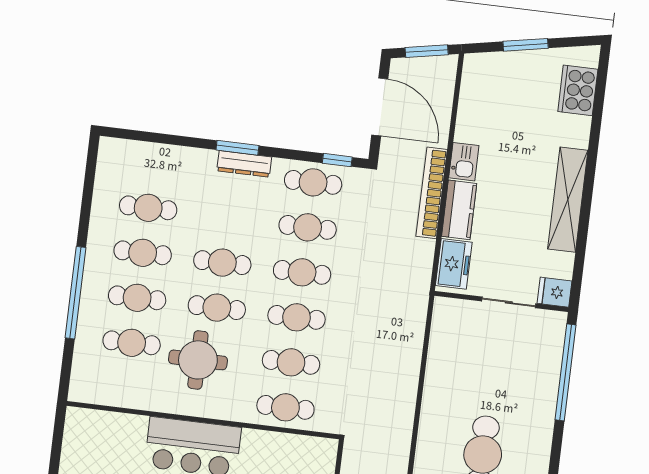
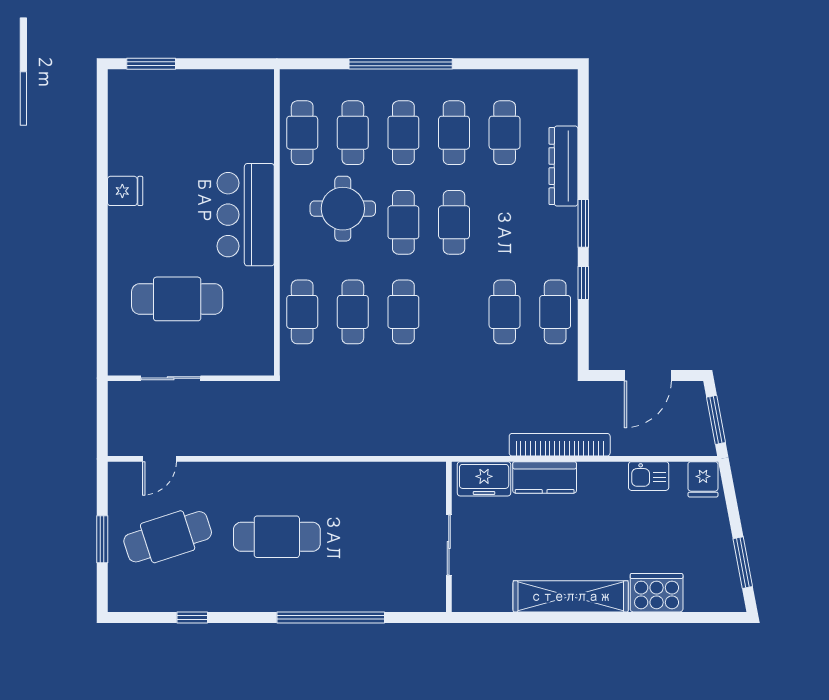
window: (526, 45) -> (743, 563), moved
cooker: (578, 90) -> (657, 593), moved
door: (380, 107) -> (648, 376), width x0.73
window: (337, 160) -> (583, 283), moved
kitchen sink: (464, 162) -> (649, 476), moved
dresser: (244, 164) -> (564, 166), moved, width x1.37, depth x1.24
cafe table: (302, 272) -> (302, 133), moved
fridge: (555, 292) -> (703, 479), moved, turned 180
window: (566, 372) -> (331, 617), moved

